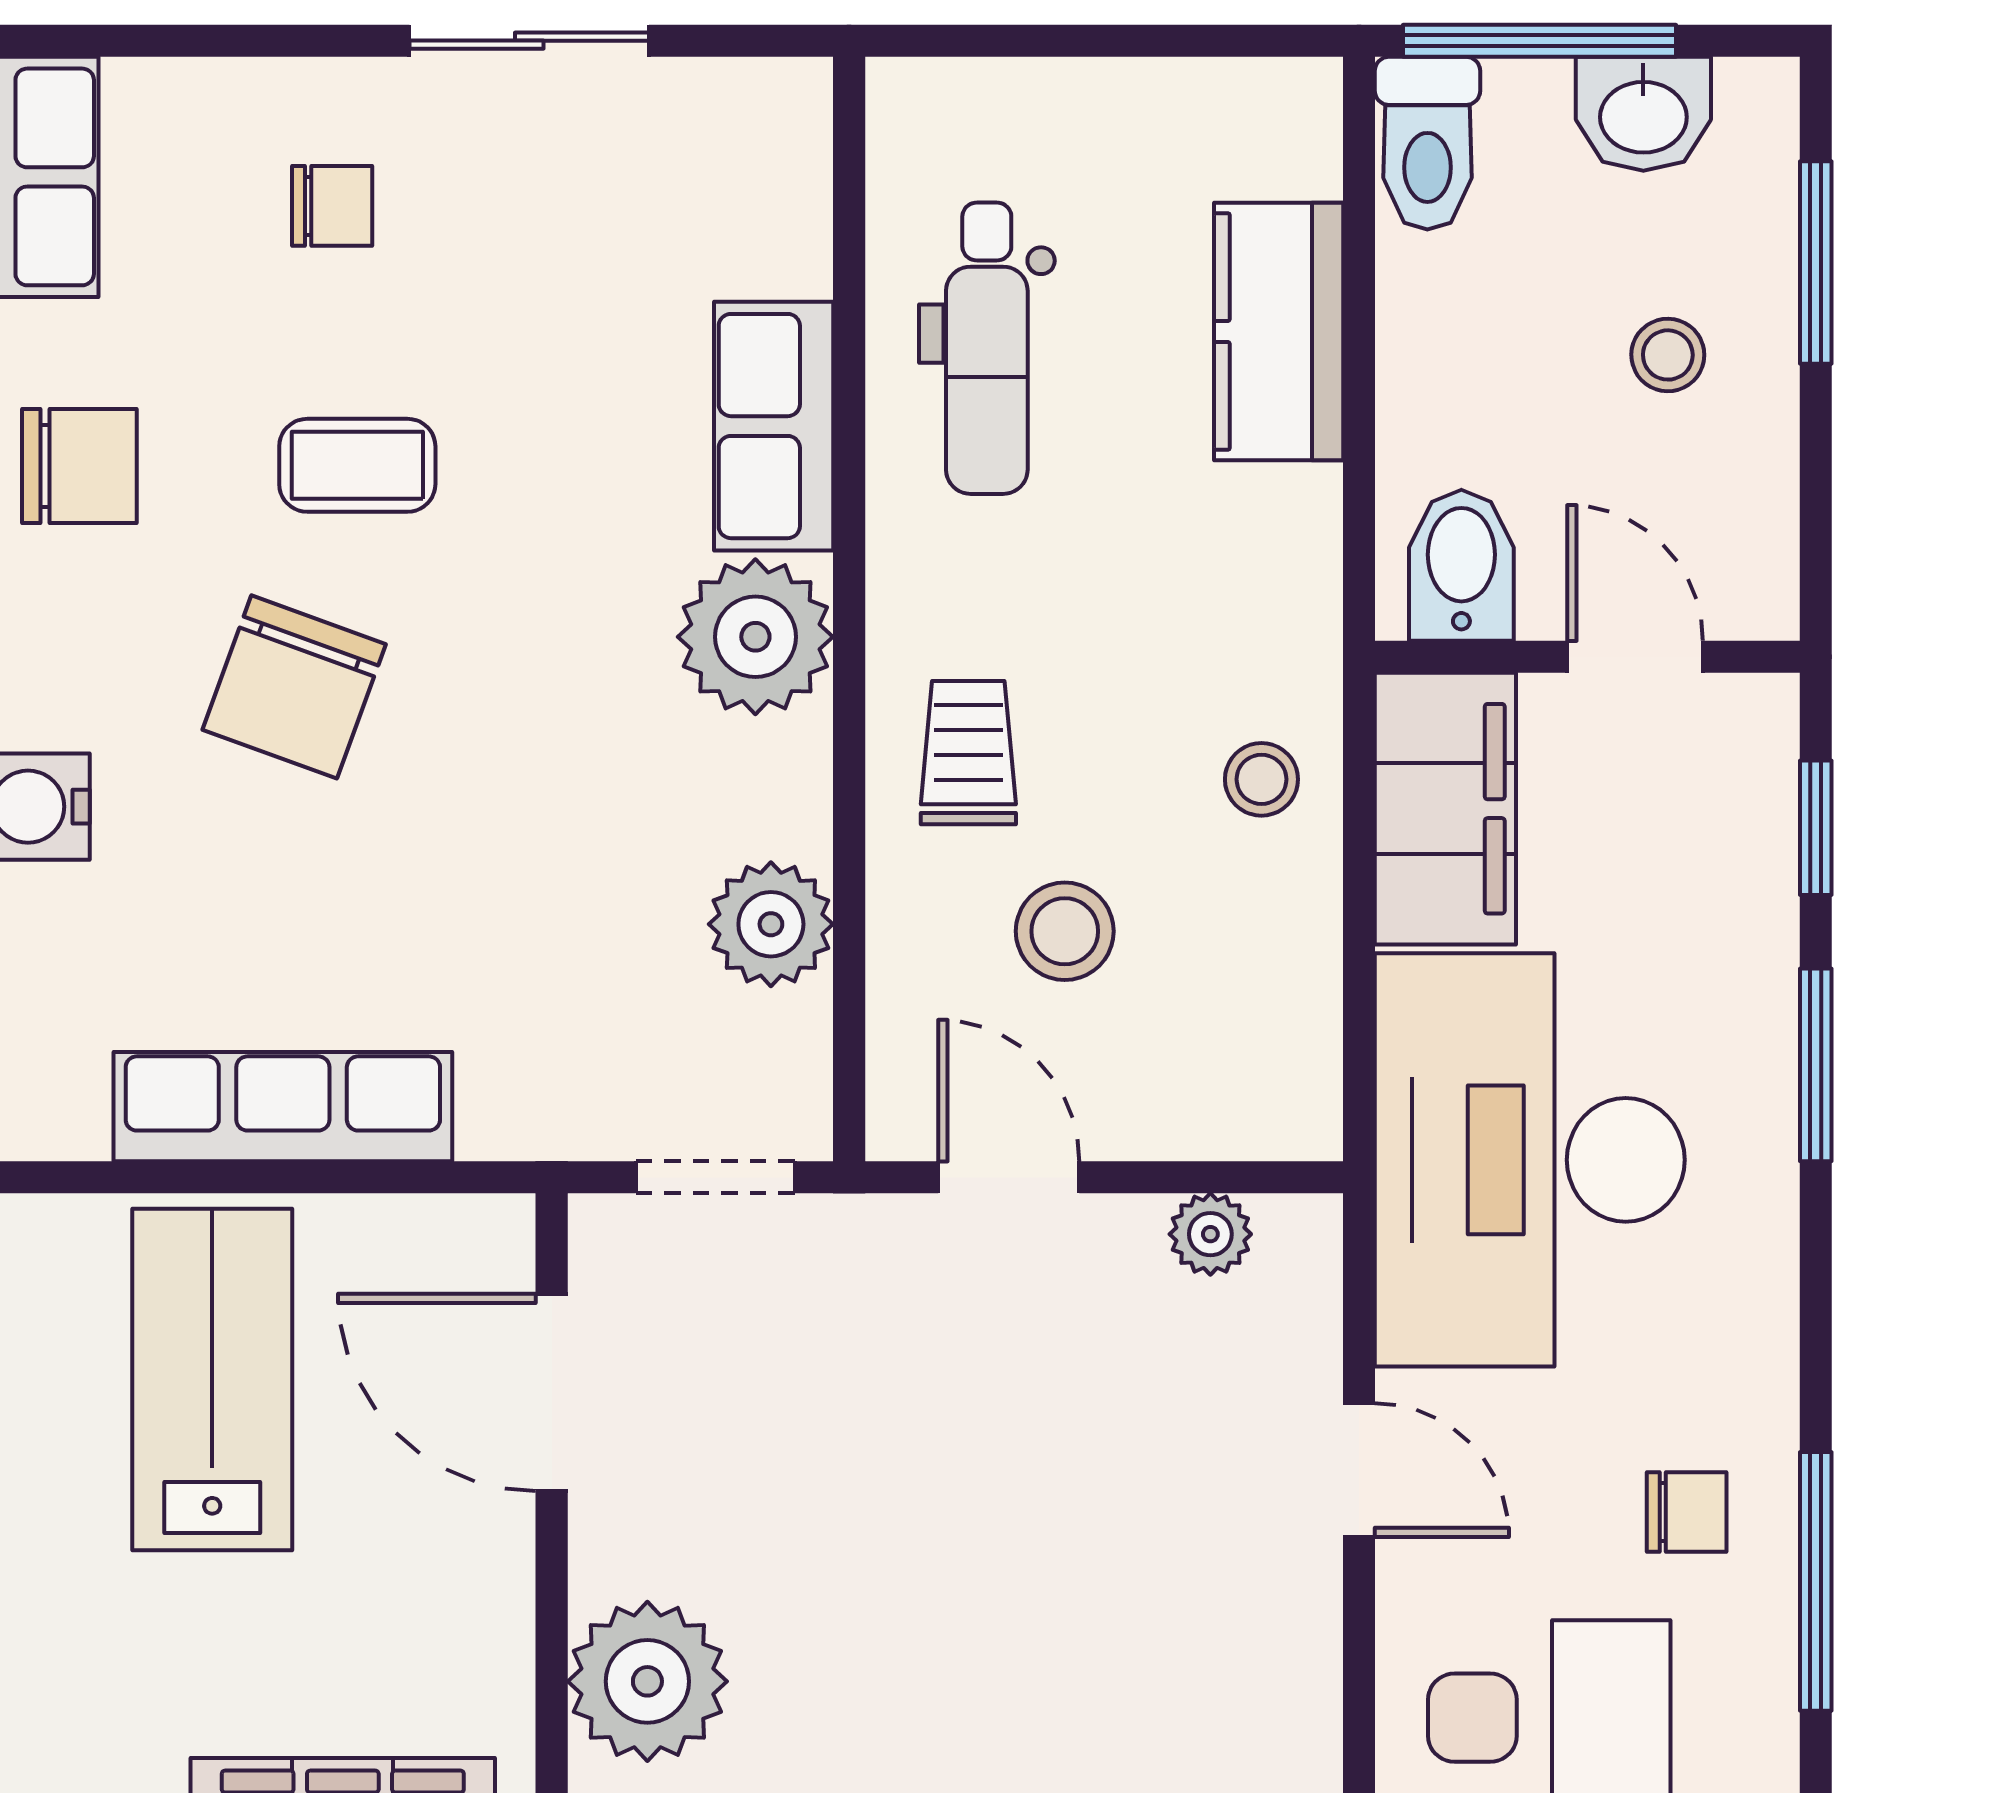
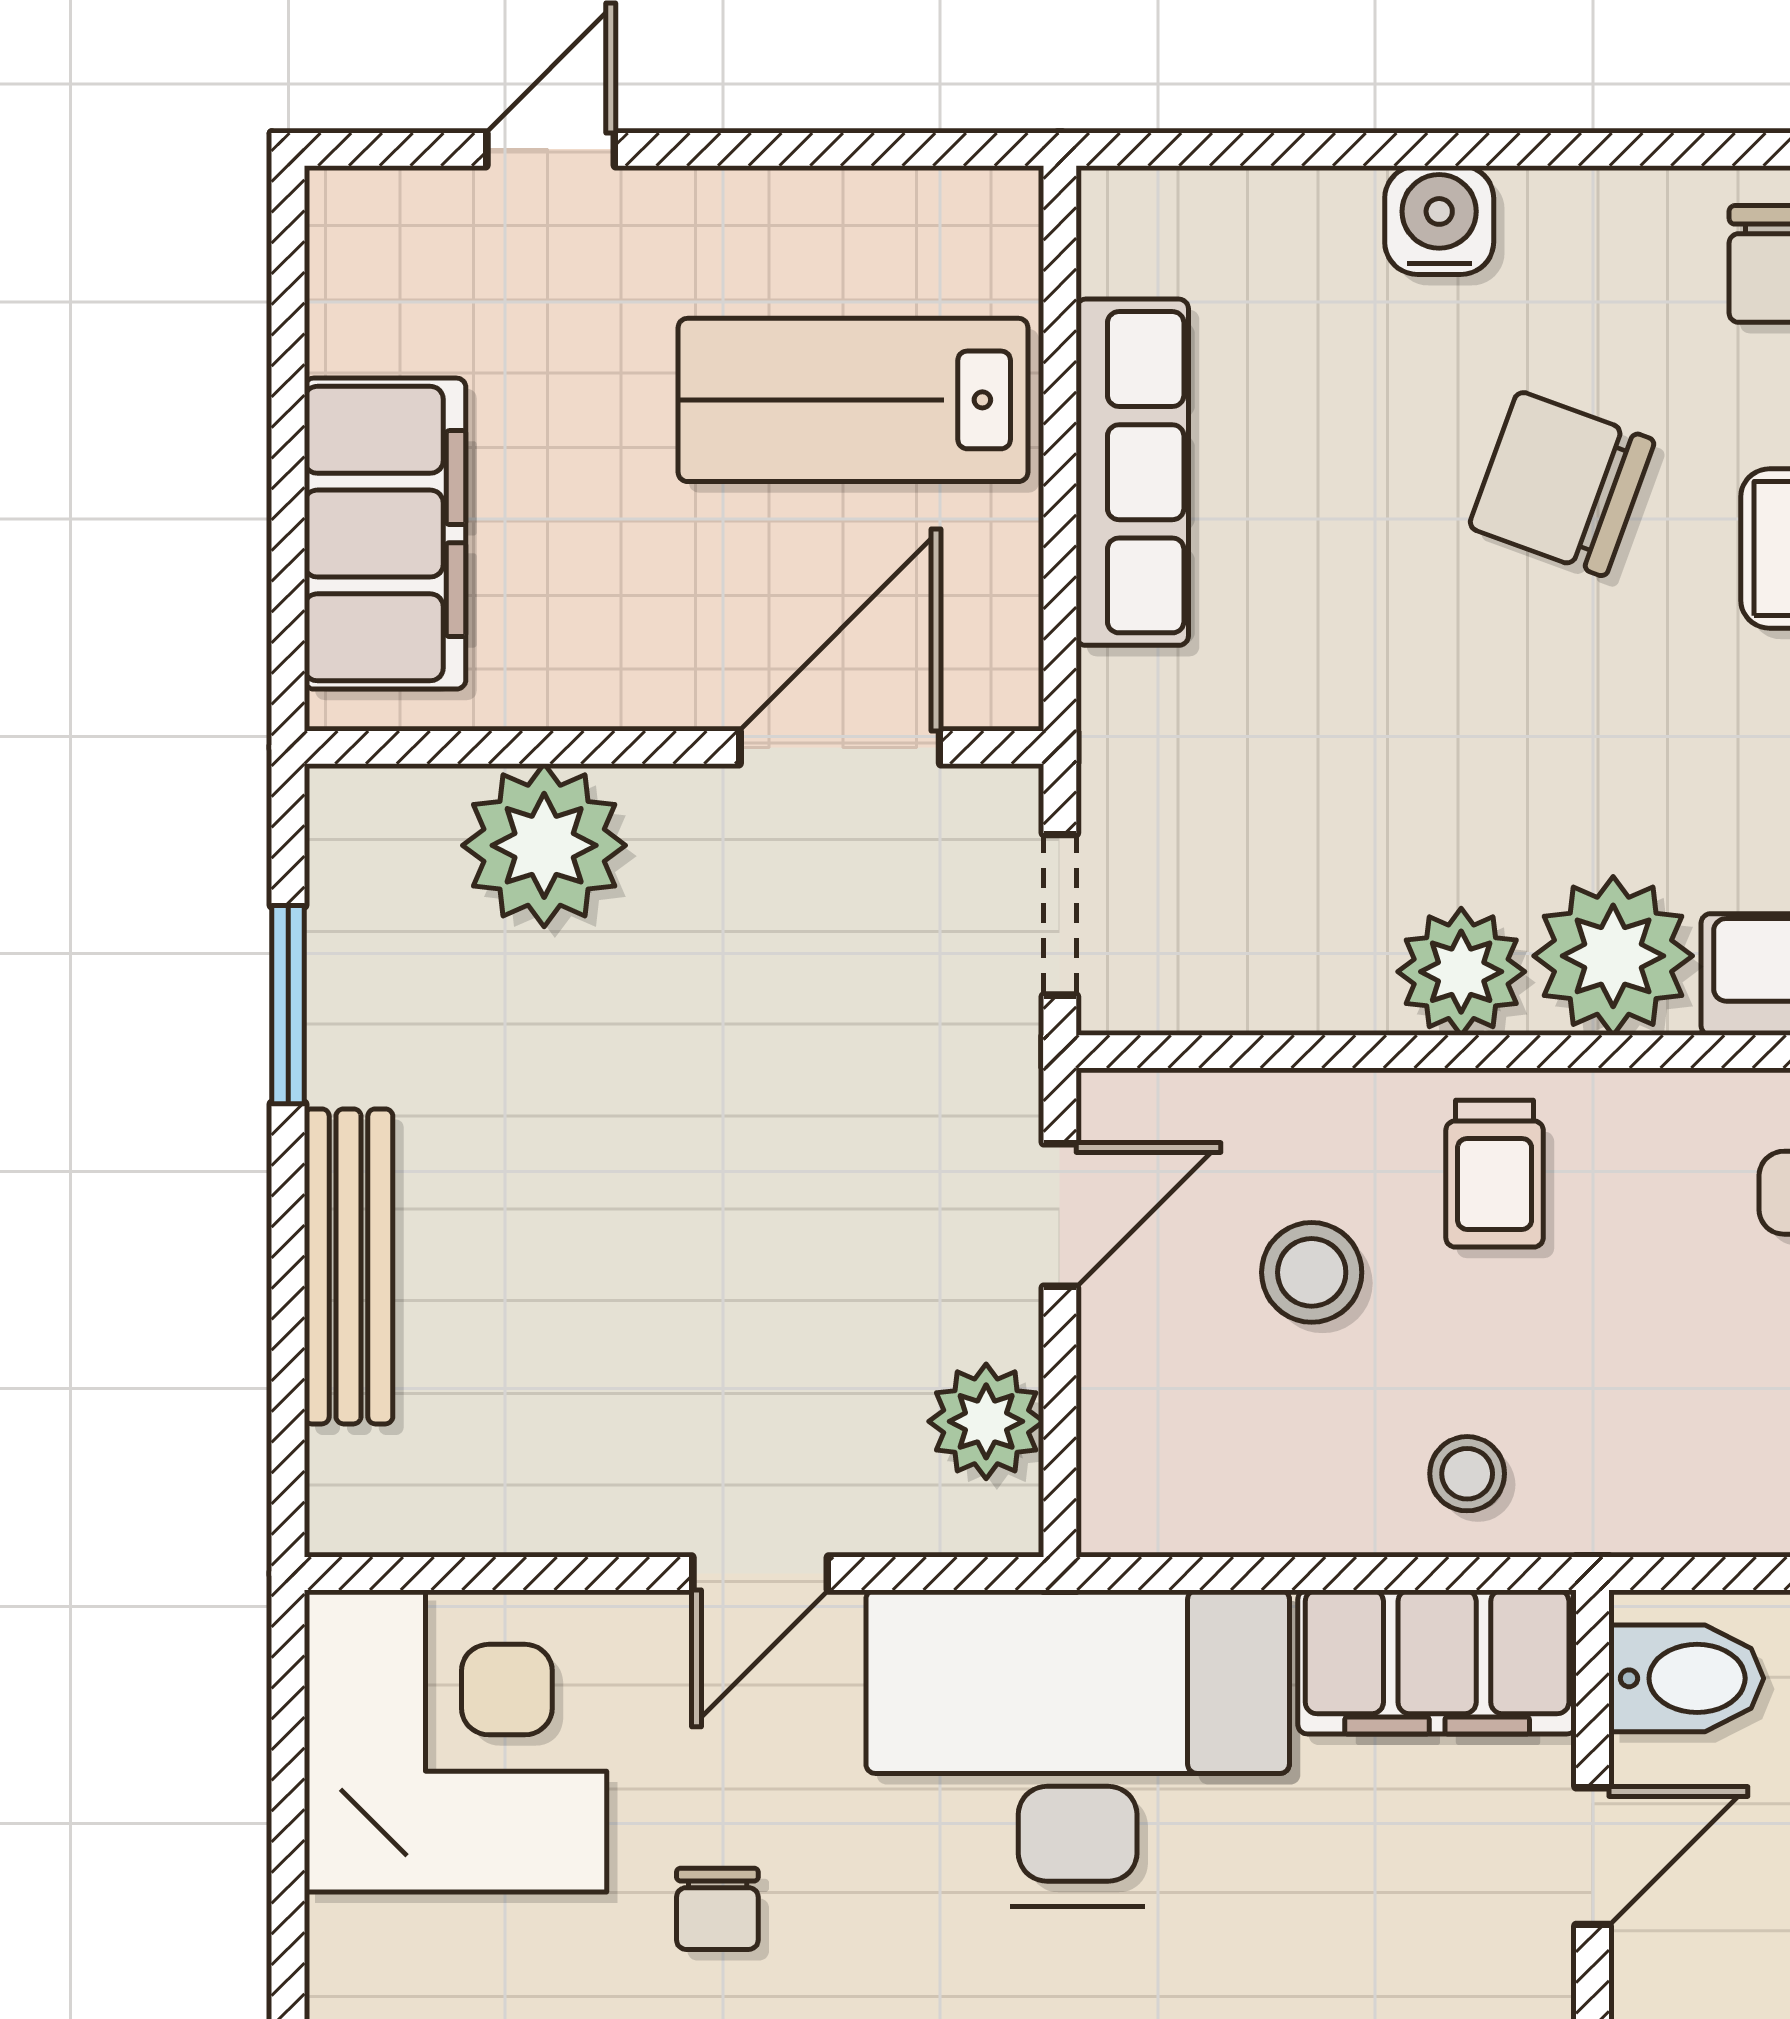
trolley: (968, 753) -> (1495, 1174), turned 90
plant: (771, 924) -> (1461, 972), moved
plant: (1210, 1234) -> (986, 1421), width x1.38, depth x1.38
lab bench: (212, 1379) -> (853, 400), turned 180

